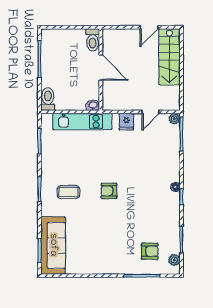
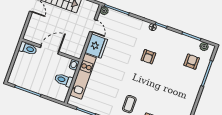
toilet: (48, 99) -> (64, 80), moved
fridge: (126, 122) -> (96, 46), width x1.88, depth x1.34
armchair: (109, 191) -> (148, 57), moved

